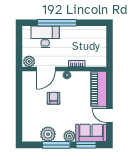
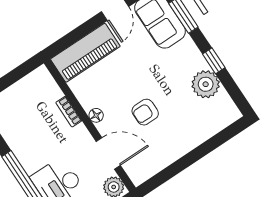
plant: (69, 136) -> (187, 50), removed
window: (56, 145) -> (214, 61), width x0.46

